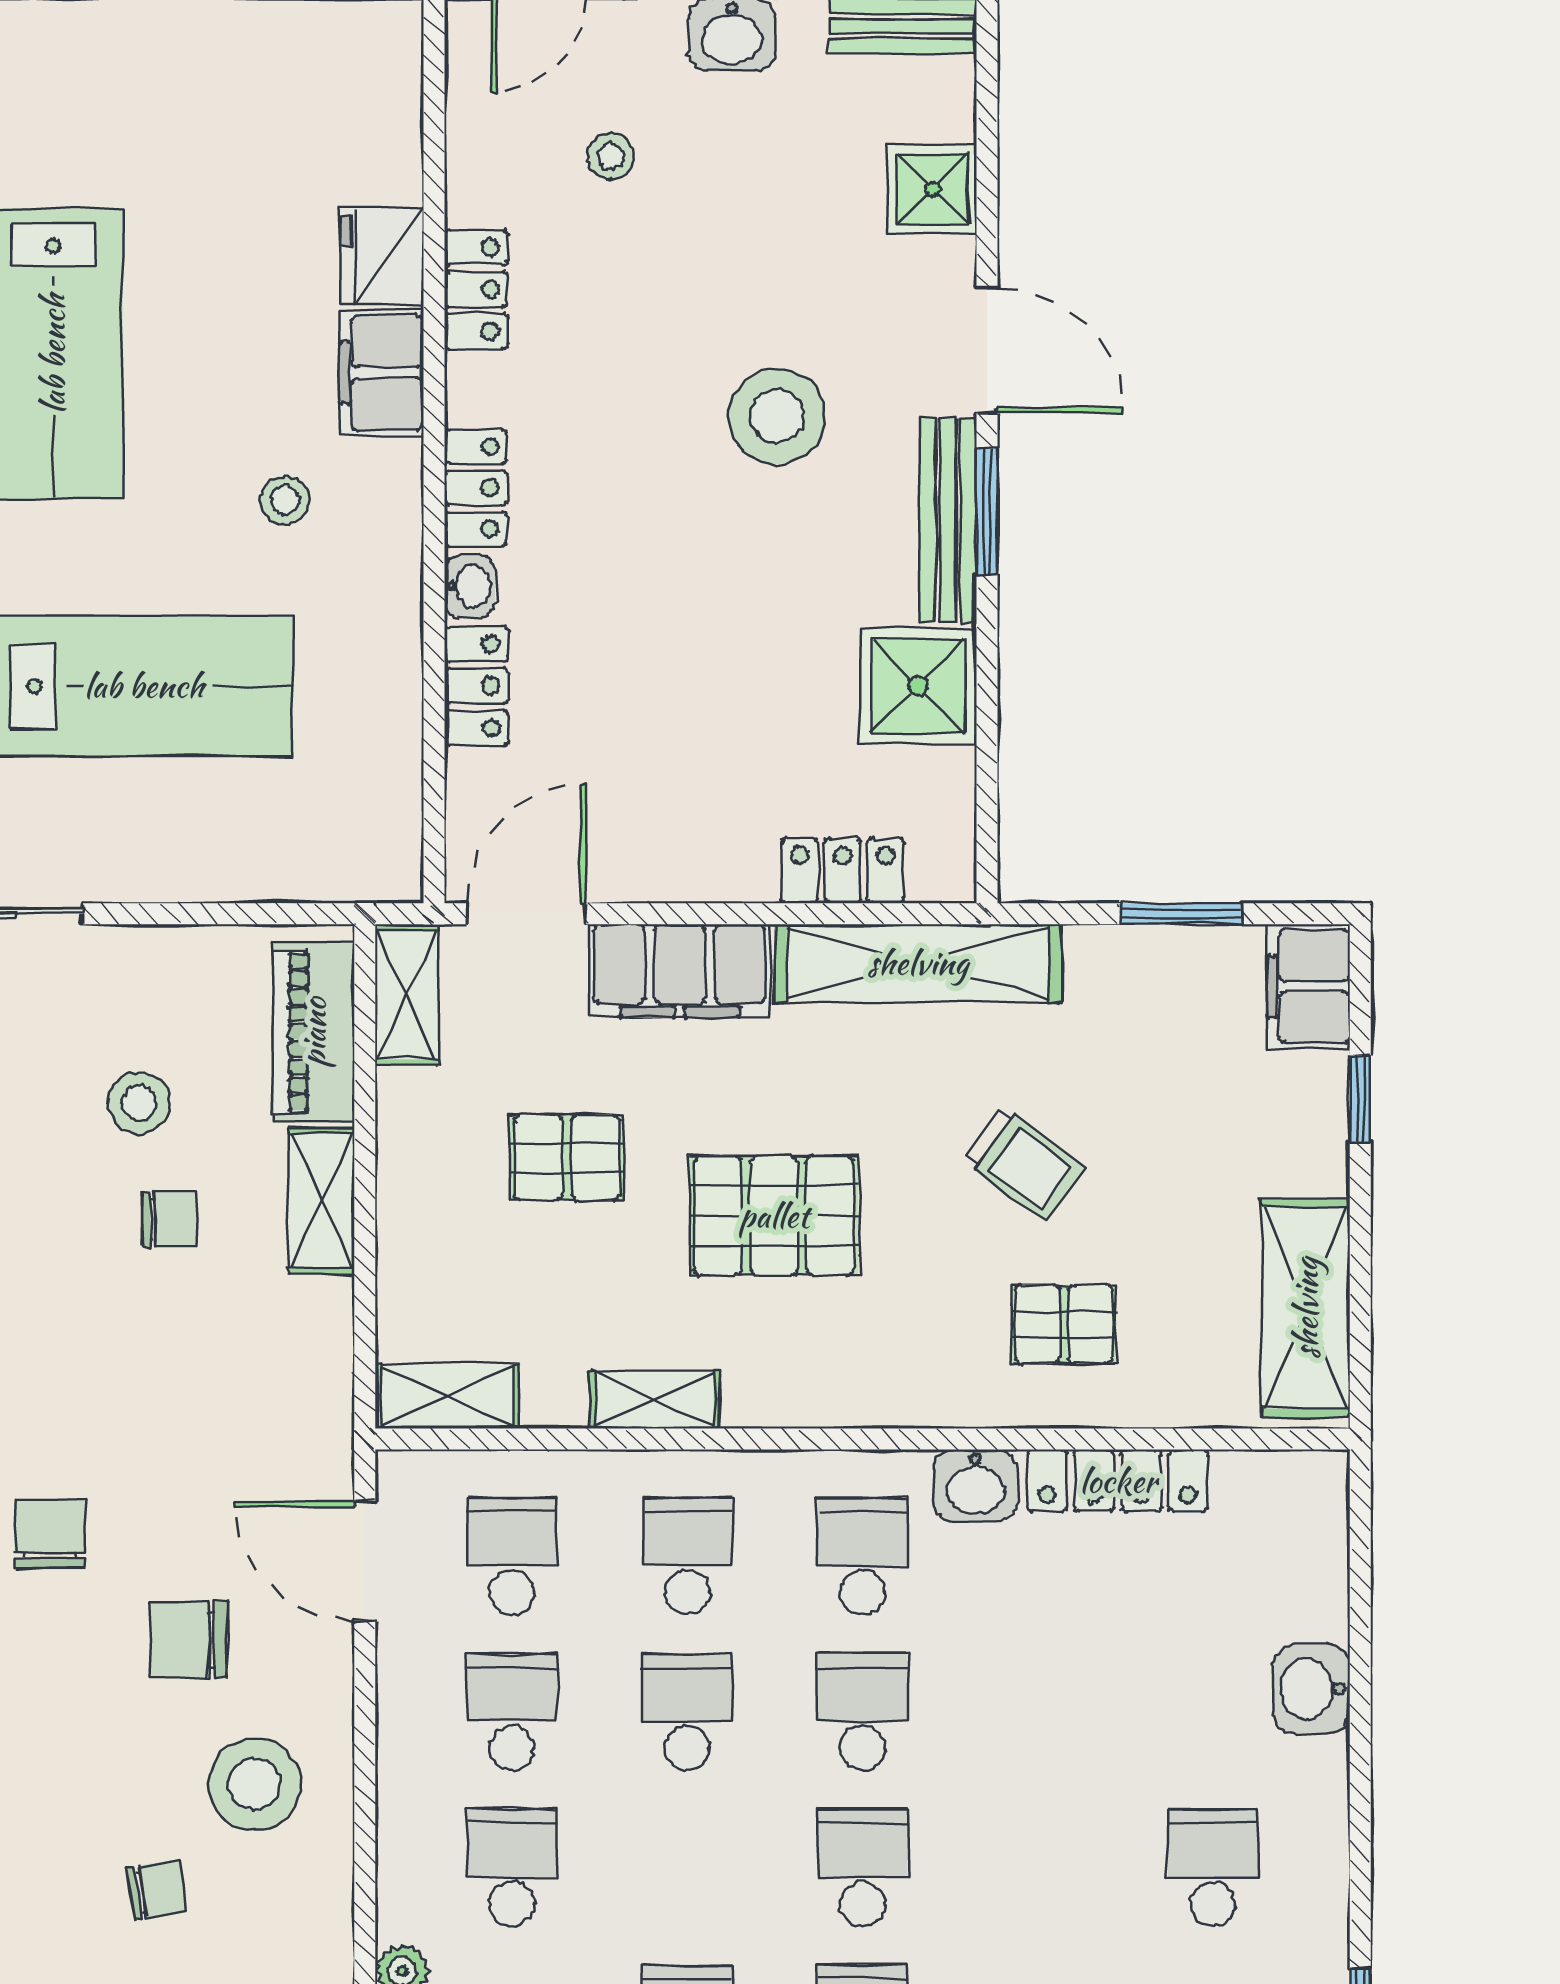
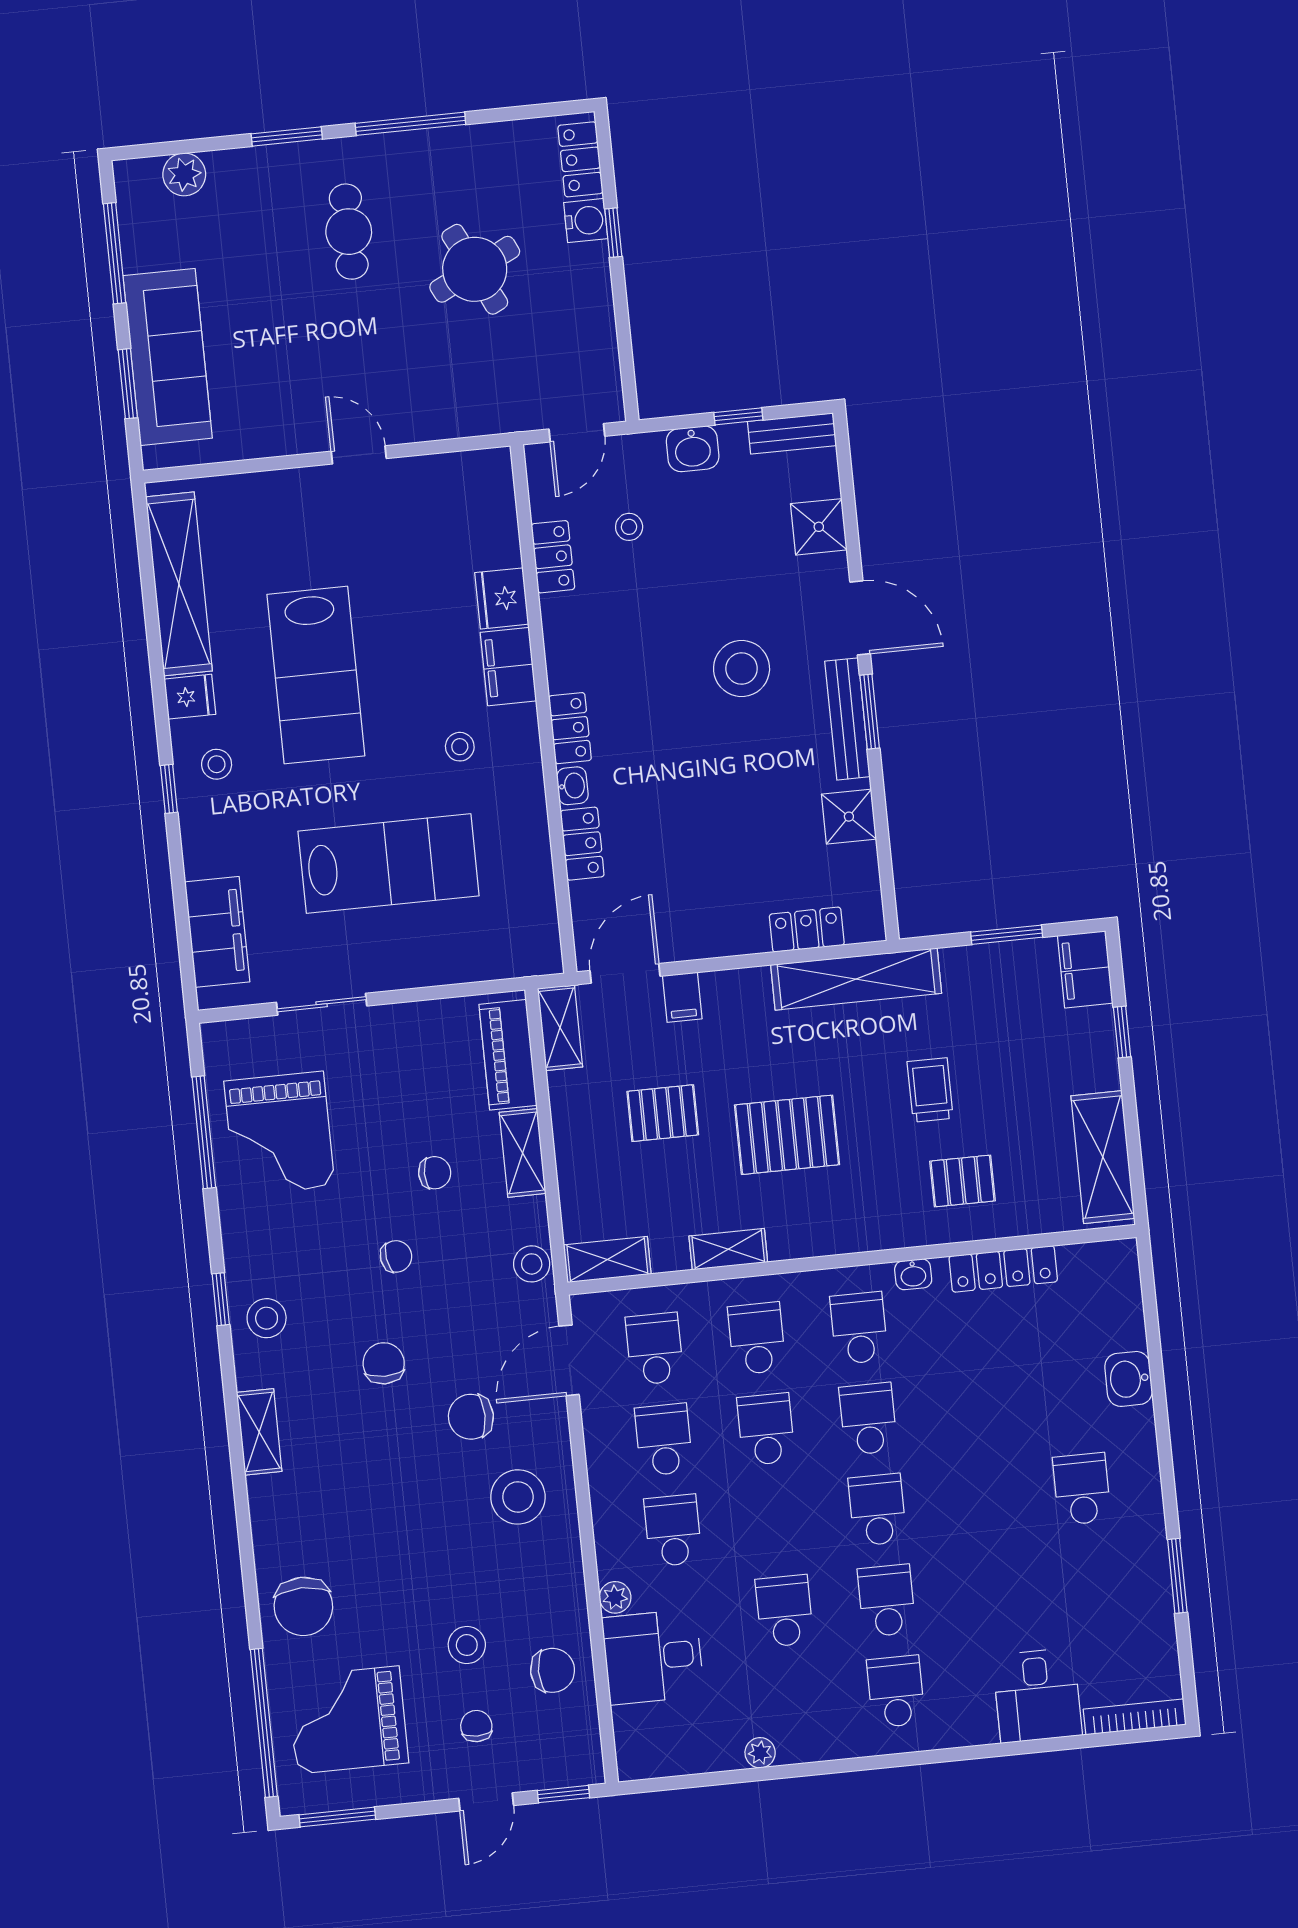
locker: (476, 290) -> (553, 557), moved
shower: (918, 686) -> (849, 817), width x0.73, depth x0.73
filing cabinet: (680, 971) -> (682, 997), width x0.33, depth x0.86
stool: (139, 1103) -> (532, 1264), moved
trolley: (1024, 1164) -> (930, 1090), turned -126
washbasin: (976, 1485) -> (913, 1274), width x0.72, depth x0.69
door: (365, 1561) -> (569, 1360), hinge flipped
chair: (156, 1890) -> (396, 1256), moved

